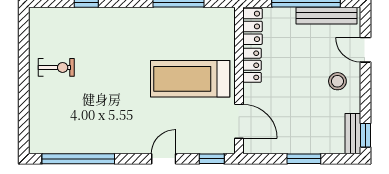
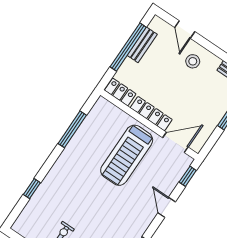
bench: (327, 16) -> (142, 45), width x0.73
door: (365, 50) -> (185, 30), hinge flipped
locker: (252, 65) -> (151, 114), width x1.53

